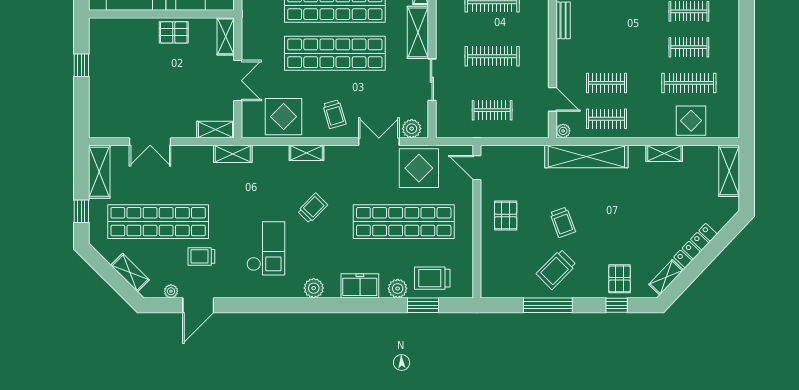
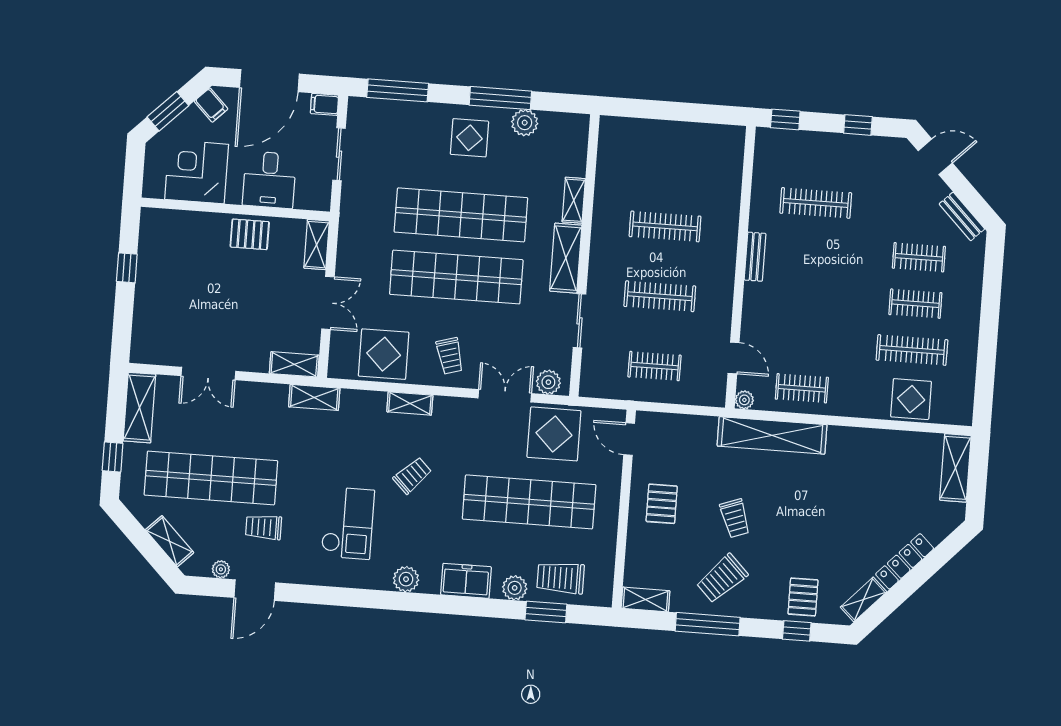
clothes rail: (607, 83) -> (805, 342), removed
shelving: (664, 153) -> (645, 599), moved

